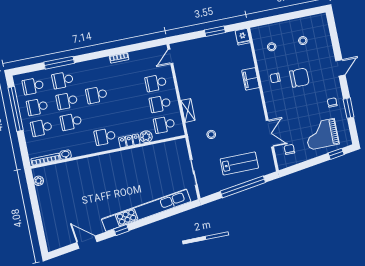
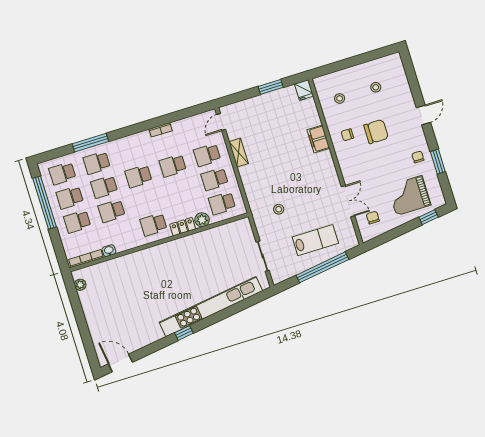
school desk: (126, 89) -> (173, 166), added
shelving: (188, 110) -> (239, 153), moved
door: (87, 242) -> (120, 363), moved

